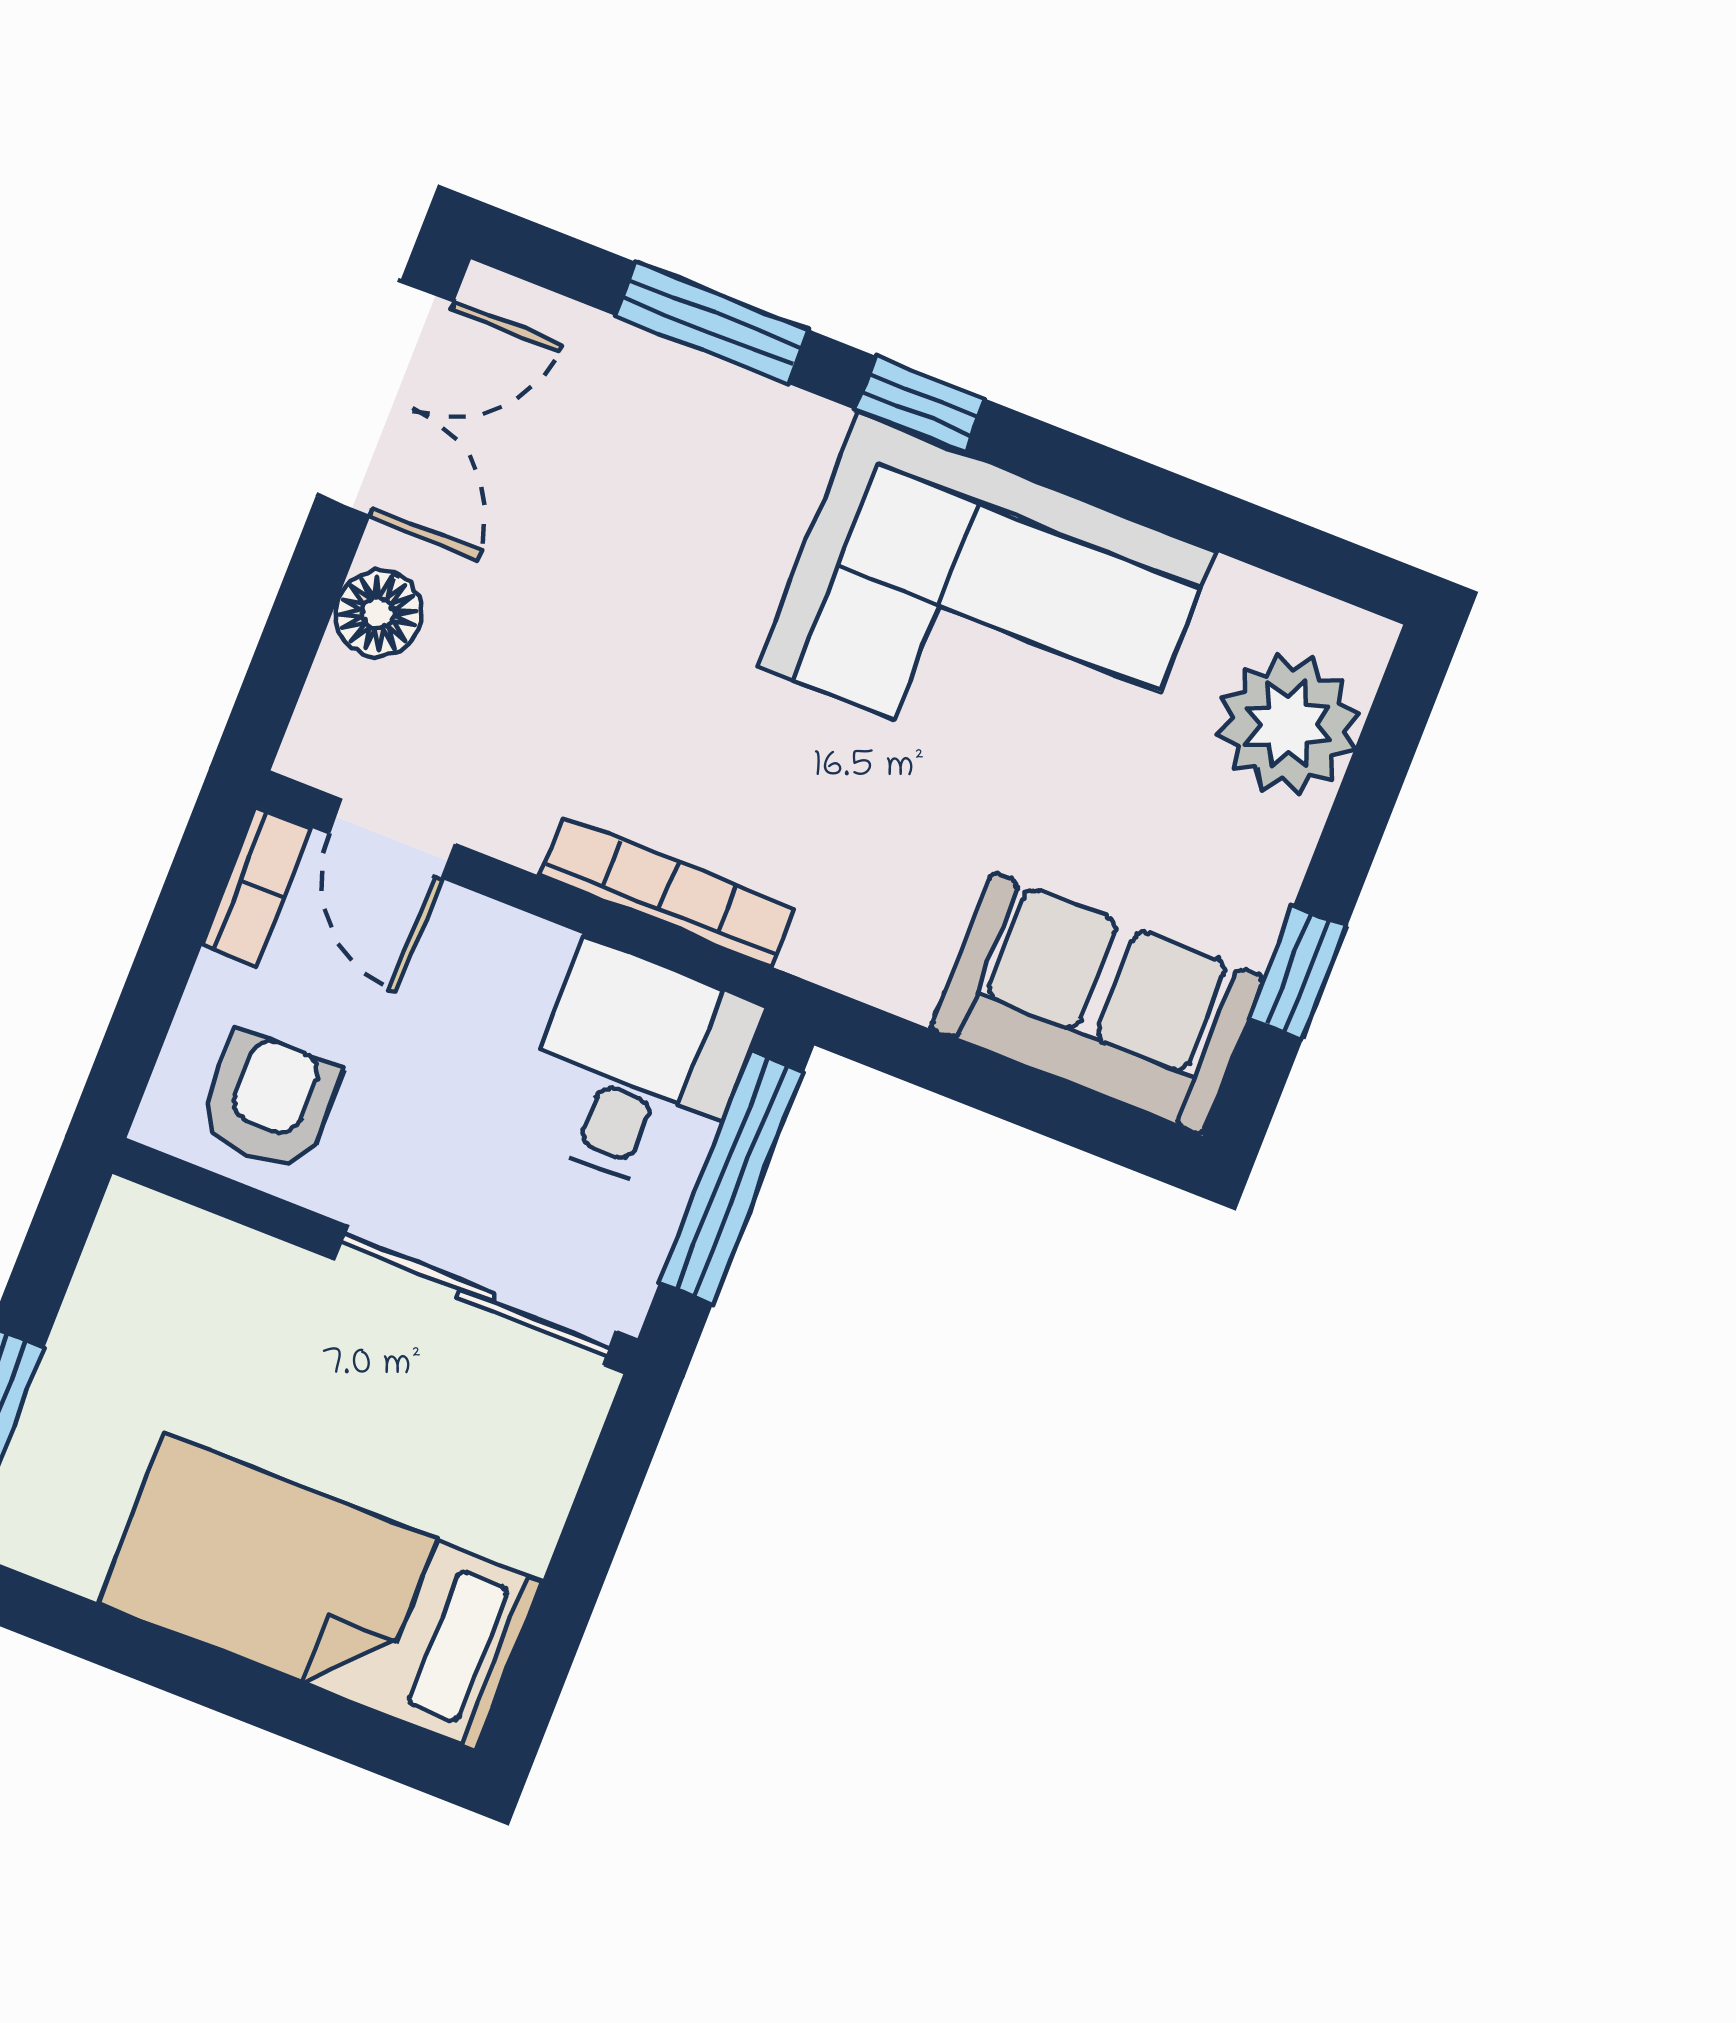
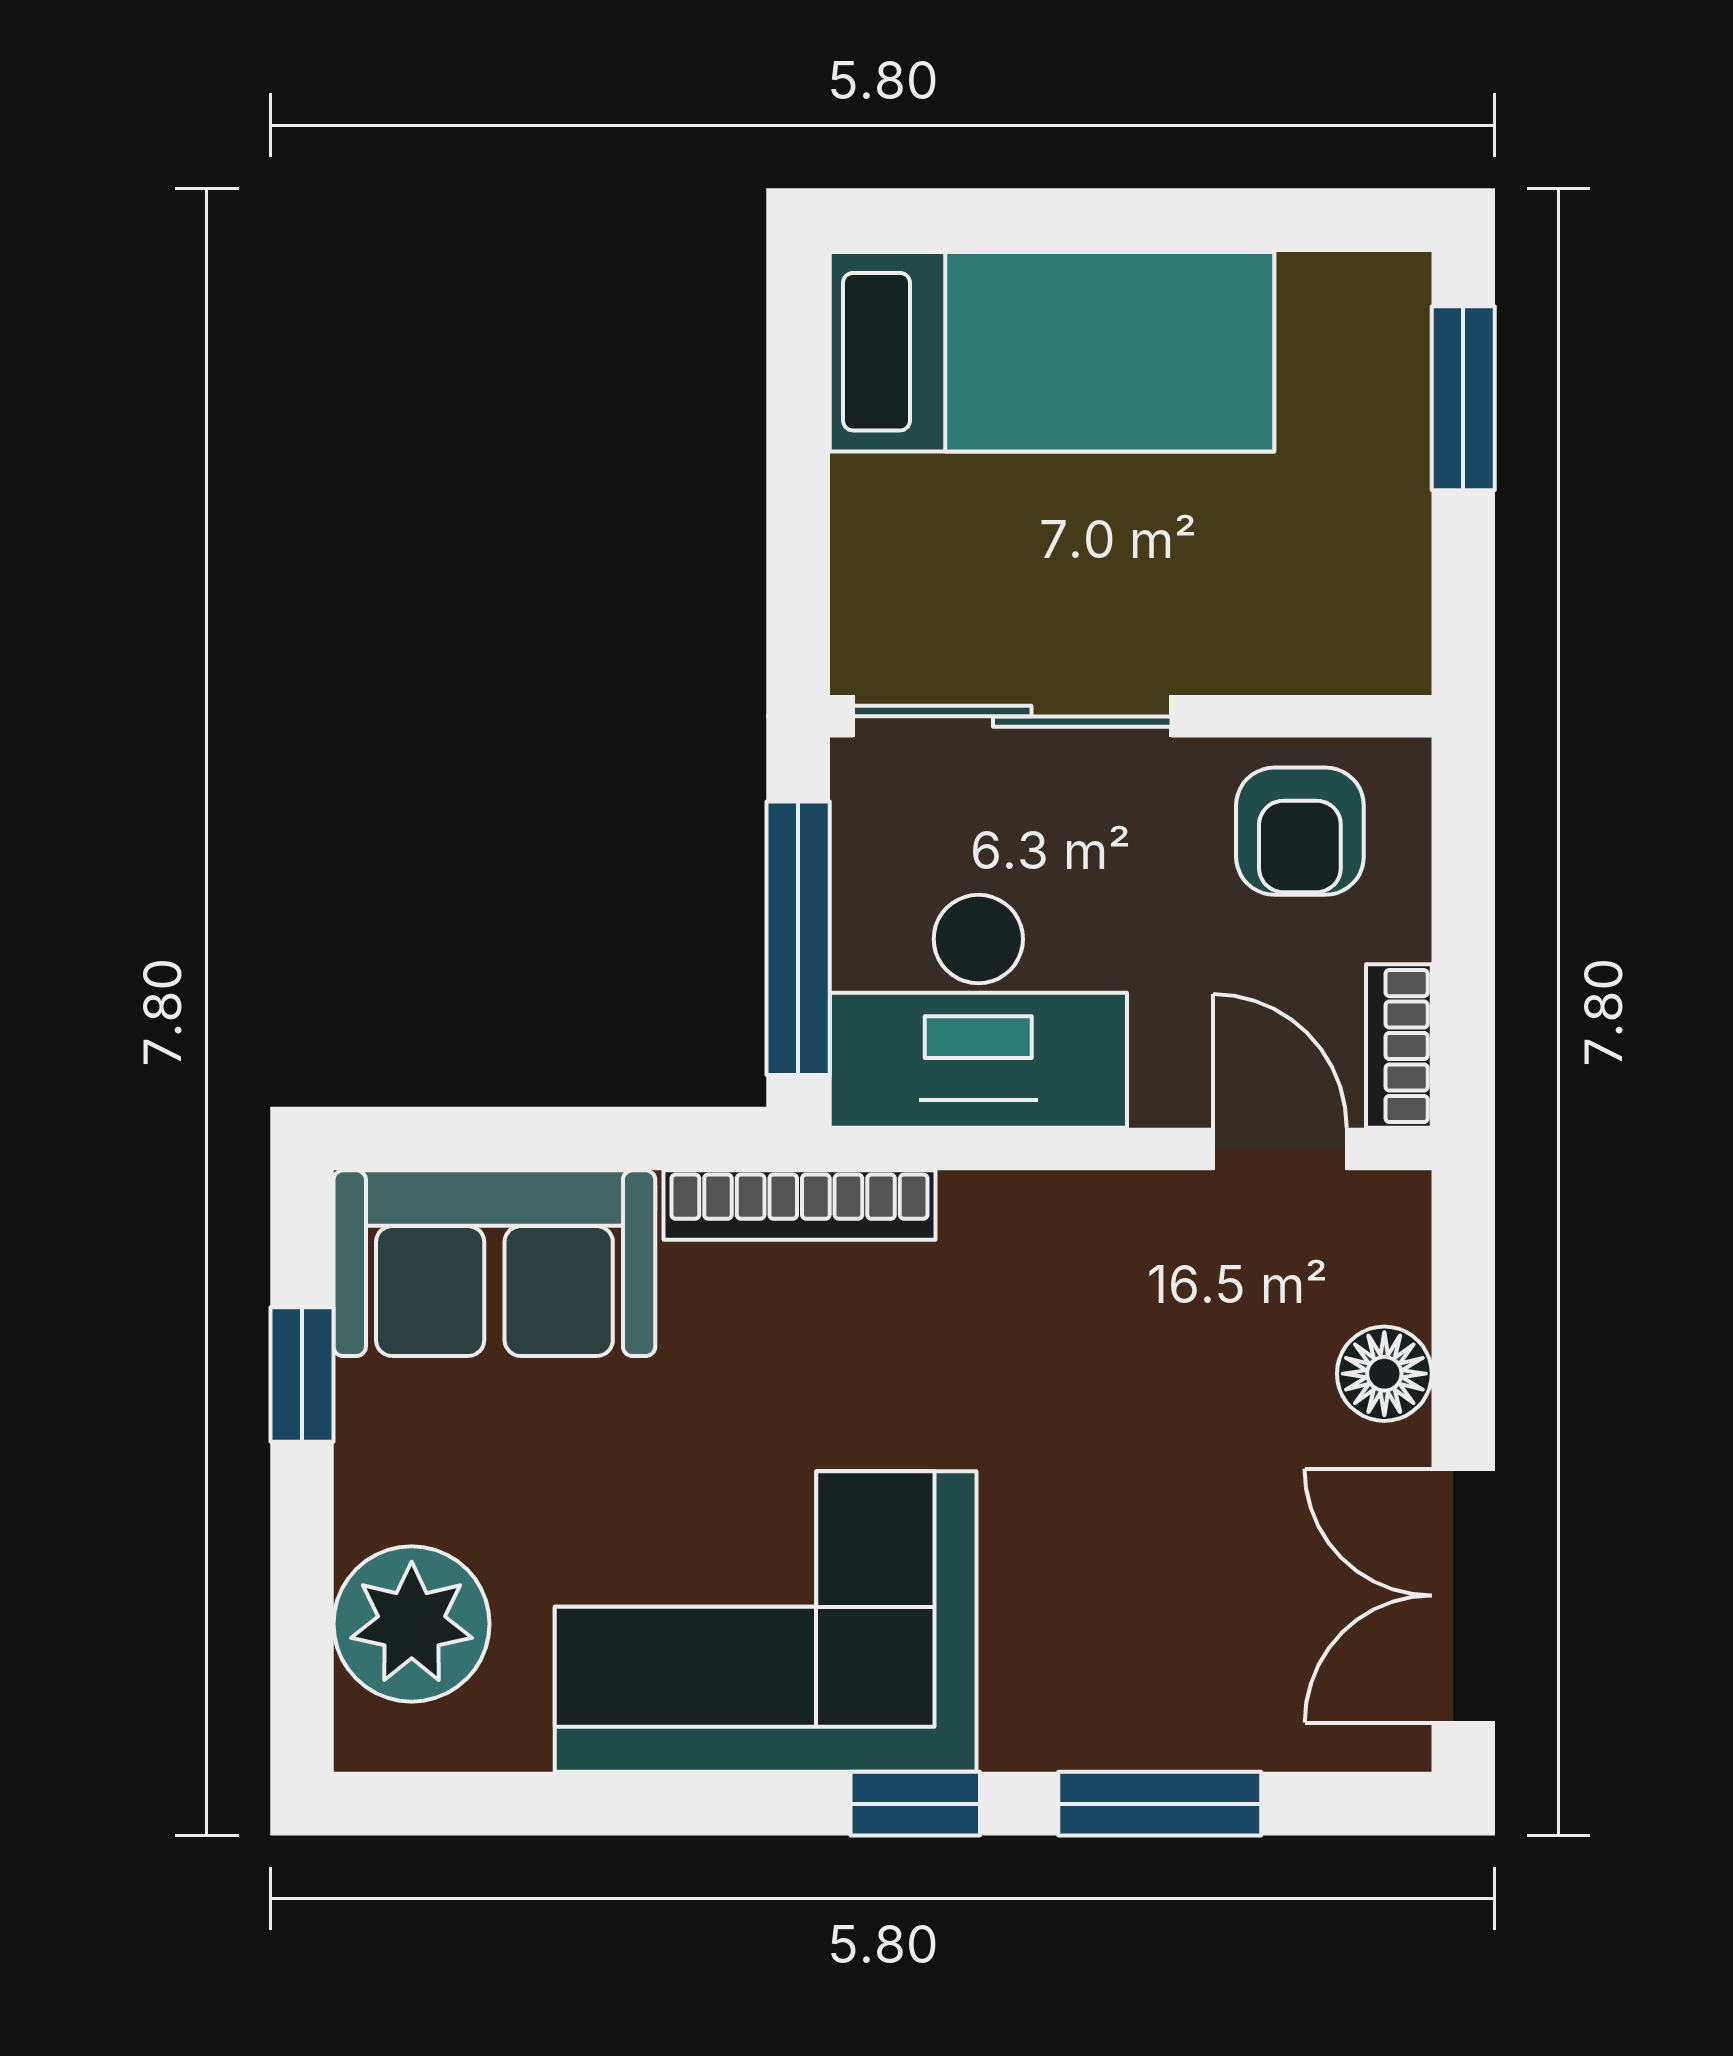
bookcase: (667, 892) -> (800, 1205), moved
desk: (637, 1070) -> (978, 1011), width x1.37

